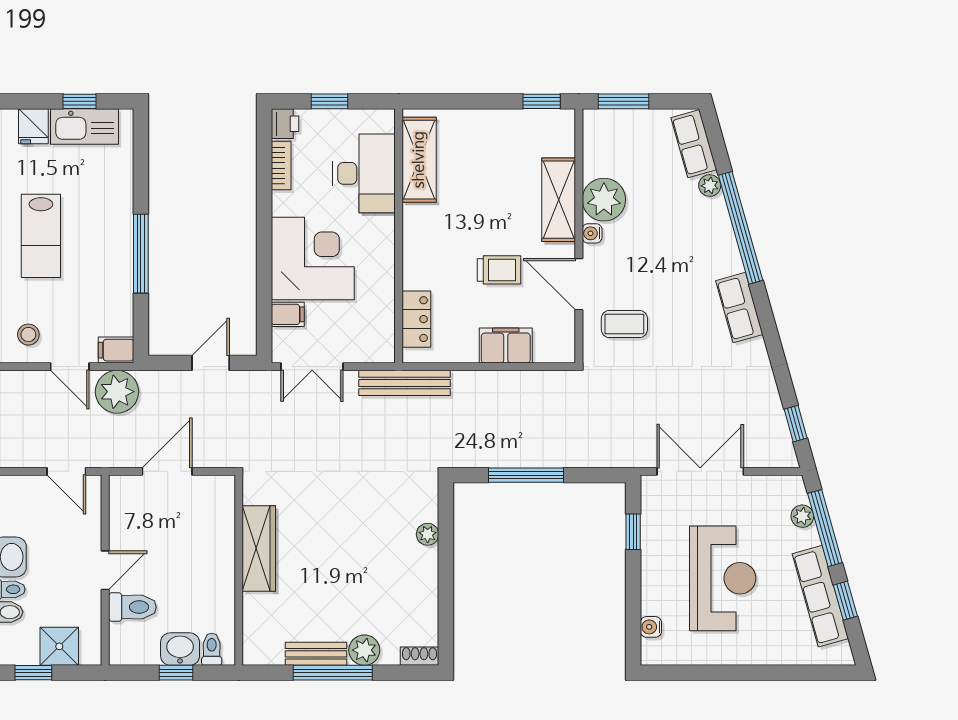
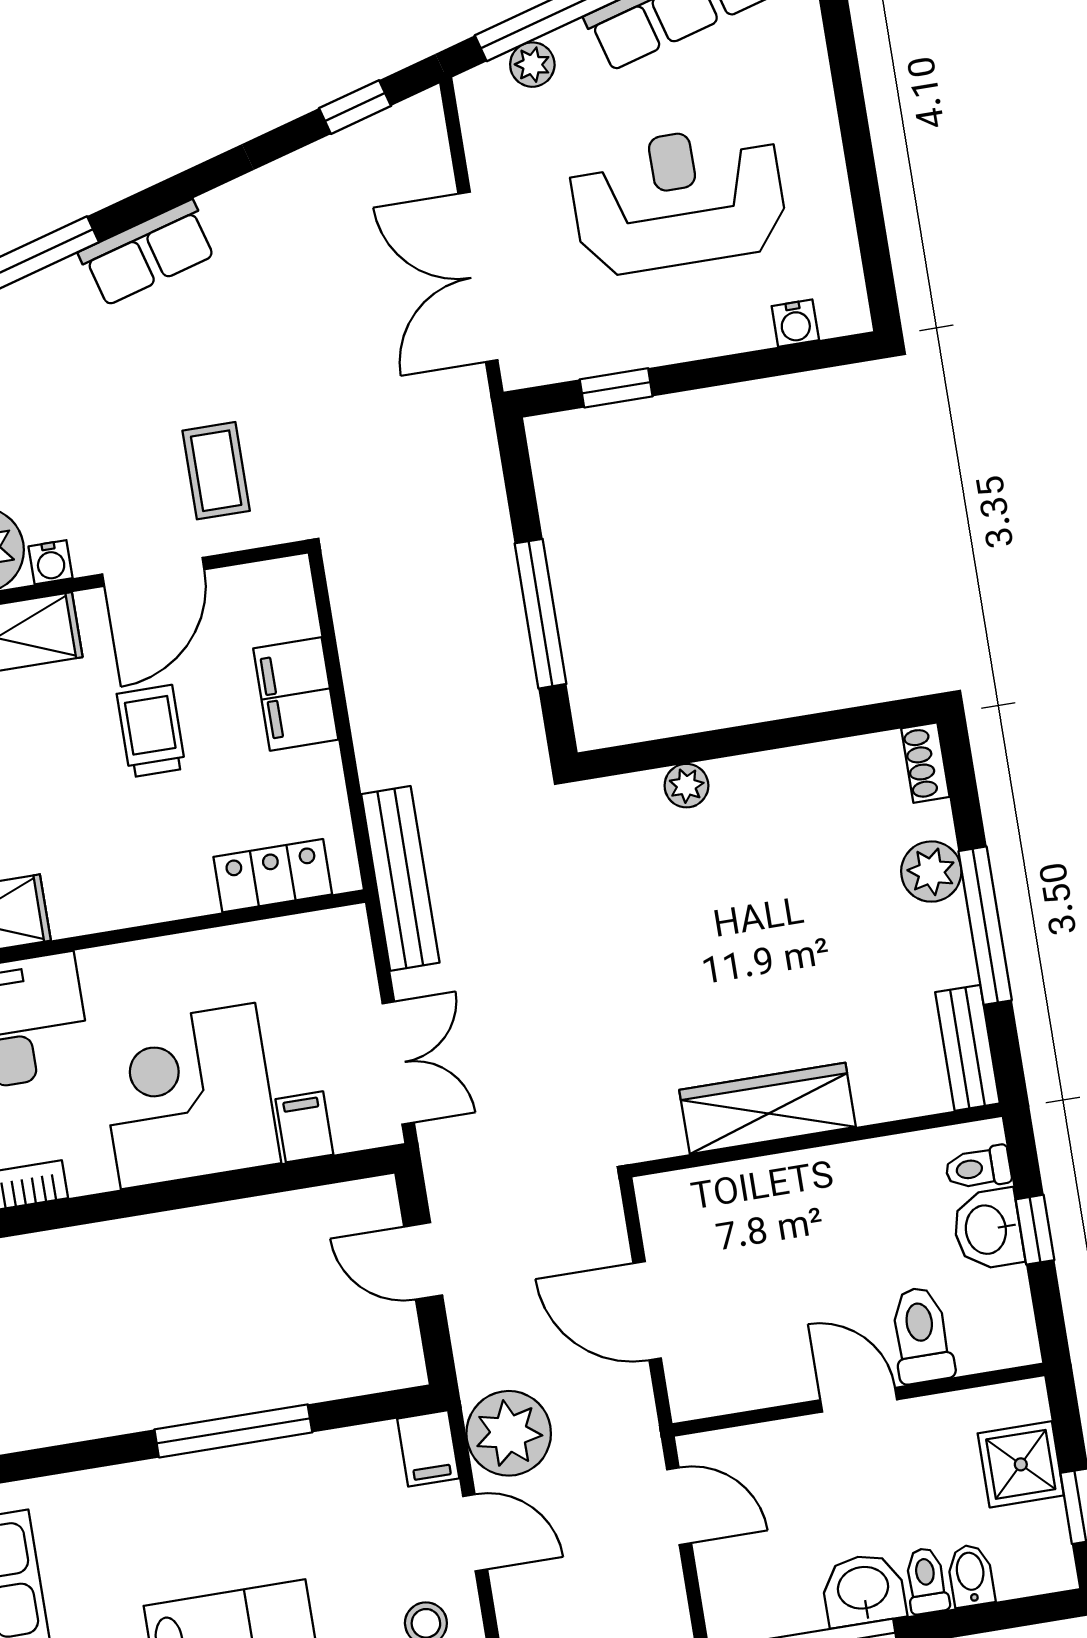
door: (70, 367) -> (475, 1533), hinge flipped
door: (66, 471) -> (679, 1506), hinge flipped
bench: (316, 654) -> (967, 1048), moved

